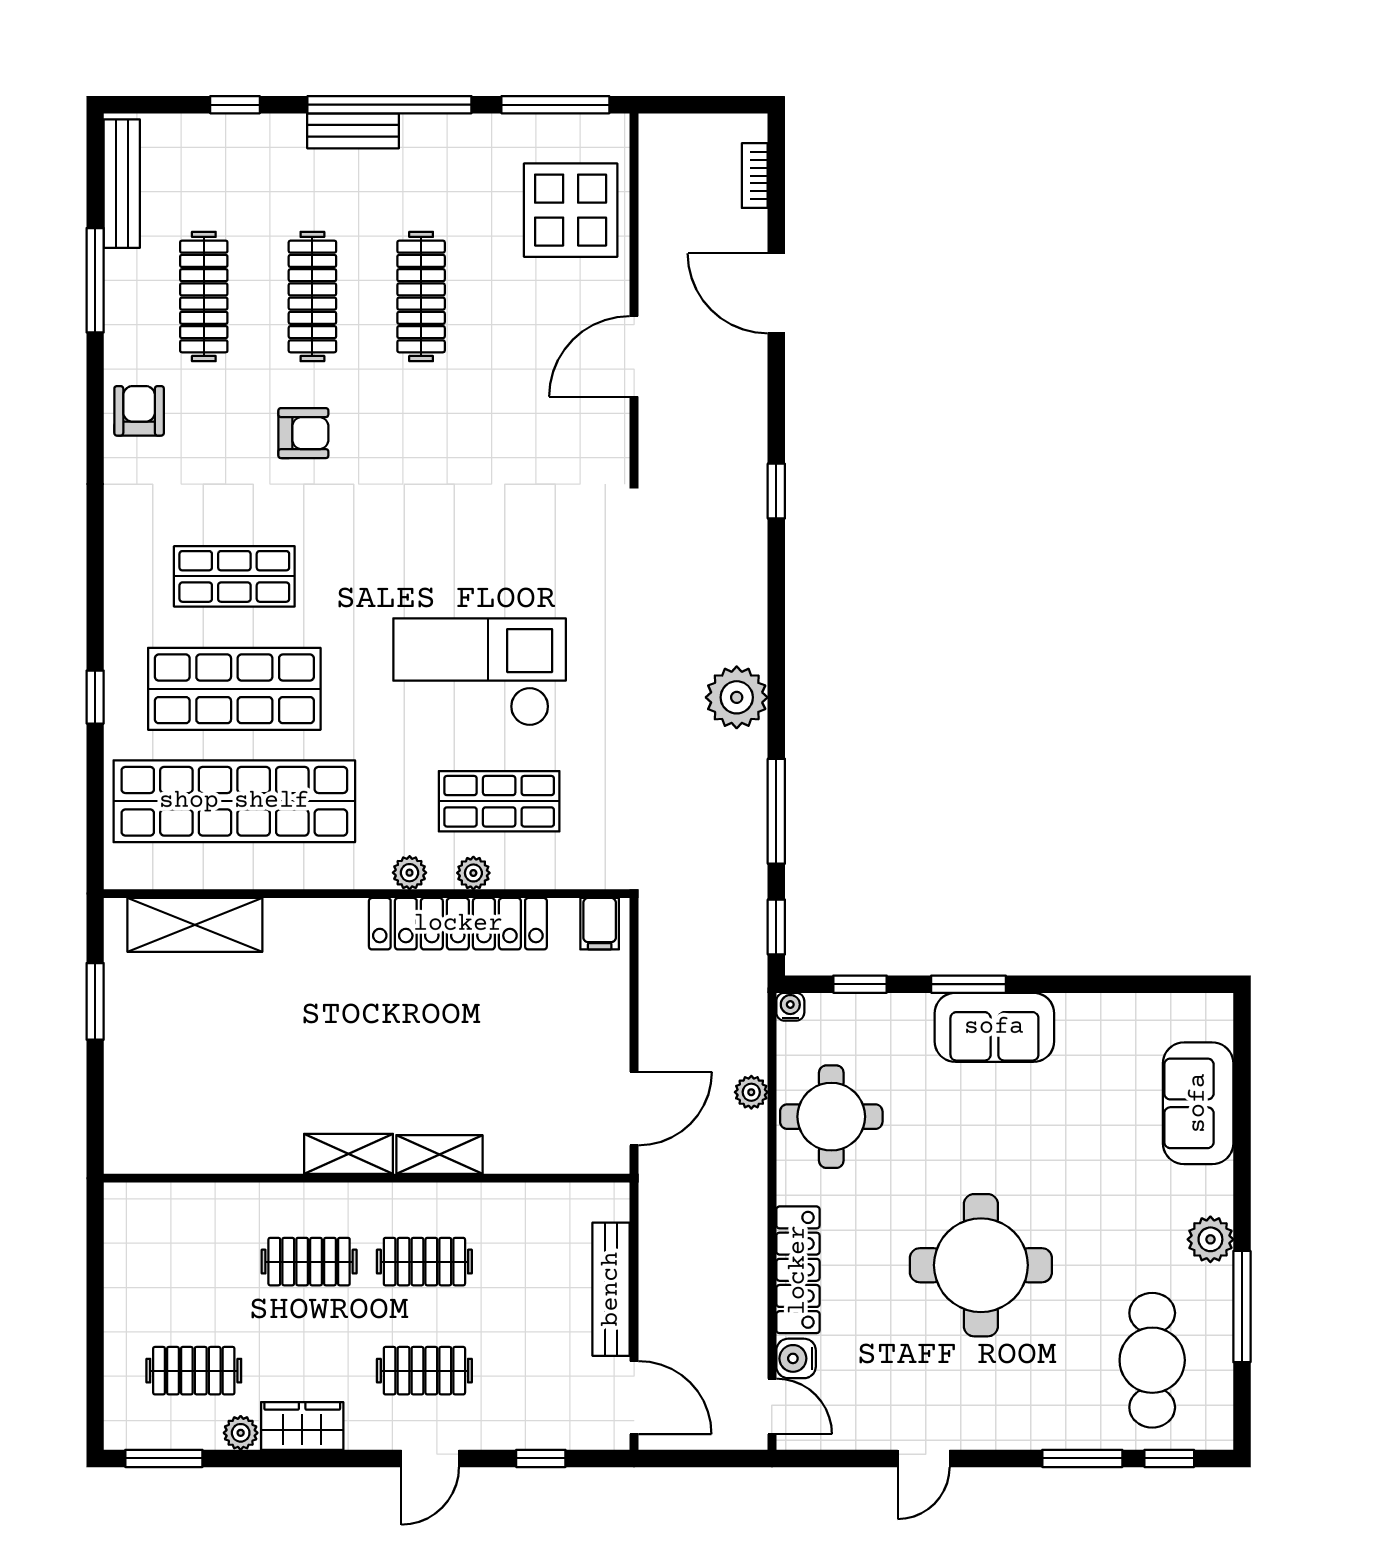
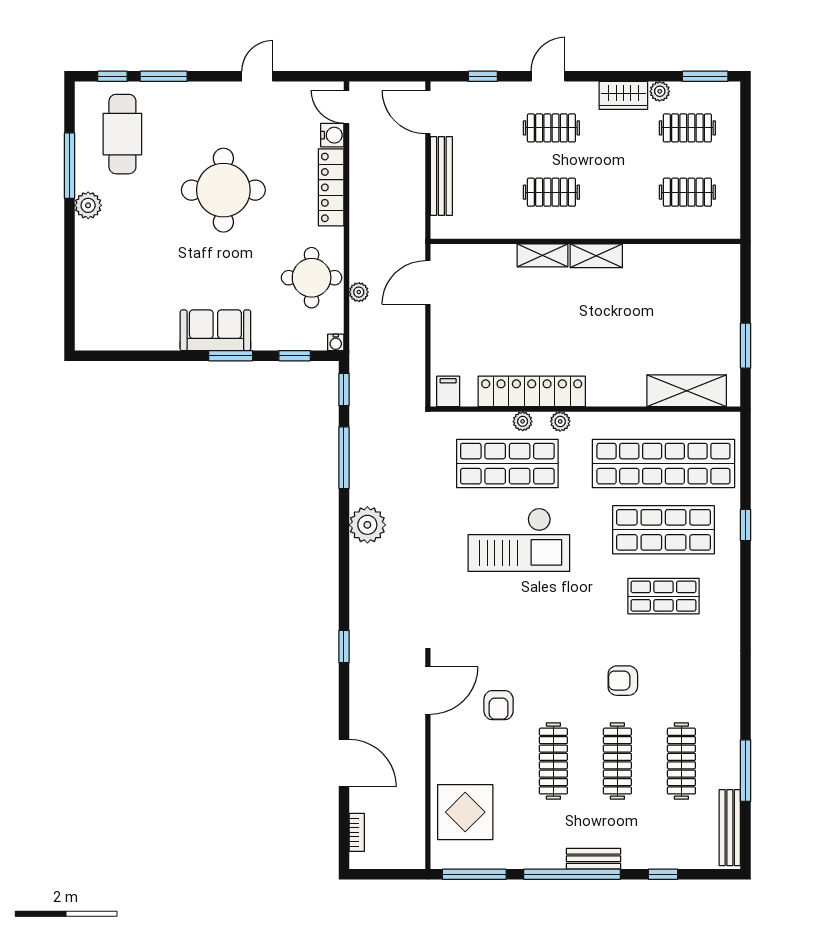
door: (634, 356) -> (428, 691), moved
armchair: (139, 411) -> (499, 705), moved
shop shelf: (499, 801) -> (507, 464), width x1.43, depth x1.36
sofa: (1198, 1103) -> (95, 286), removed
clothes rail: (309, 1262) -> (687, 192), moved

